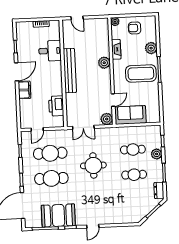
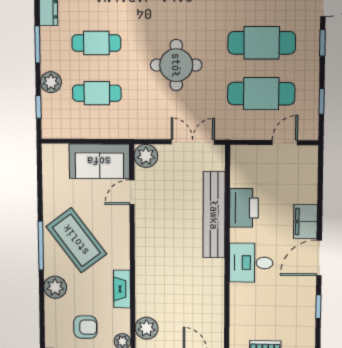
desk: (50, 51) -> (251, 263), moved
plant: (104, 63) -> (146, 328), moved
bench: (70, 71) -> (214, 215), moved
coffee table: (141, 73) -> (76, 240), turned 53
printer: (56, 106) -> (244, 208), moved

